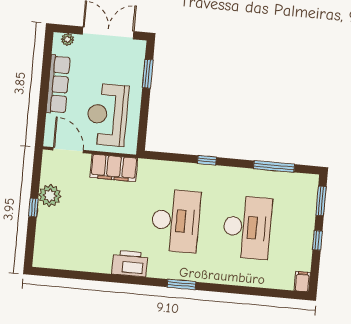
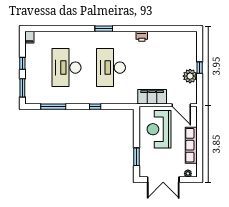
reception desk: (107, 115) -> (159, 129), turned 180
printer: (130, 263) -> (142, 36), width x0.53, depth x0.68

